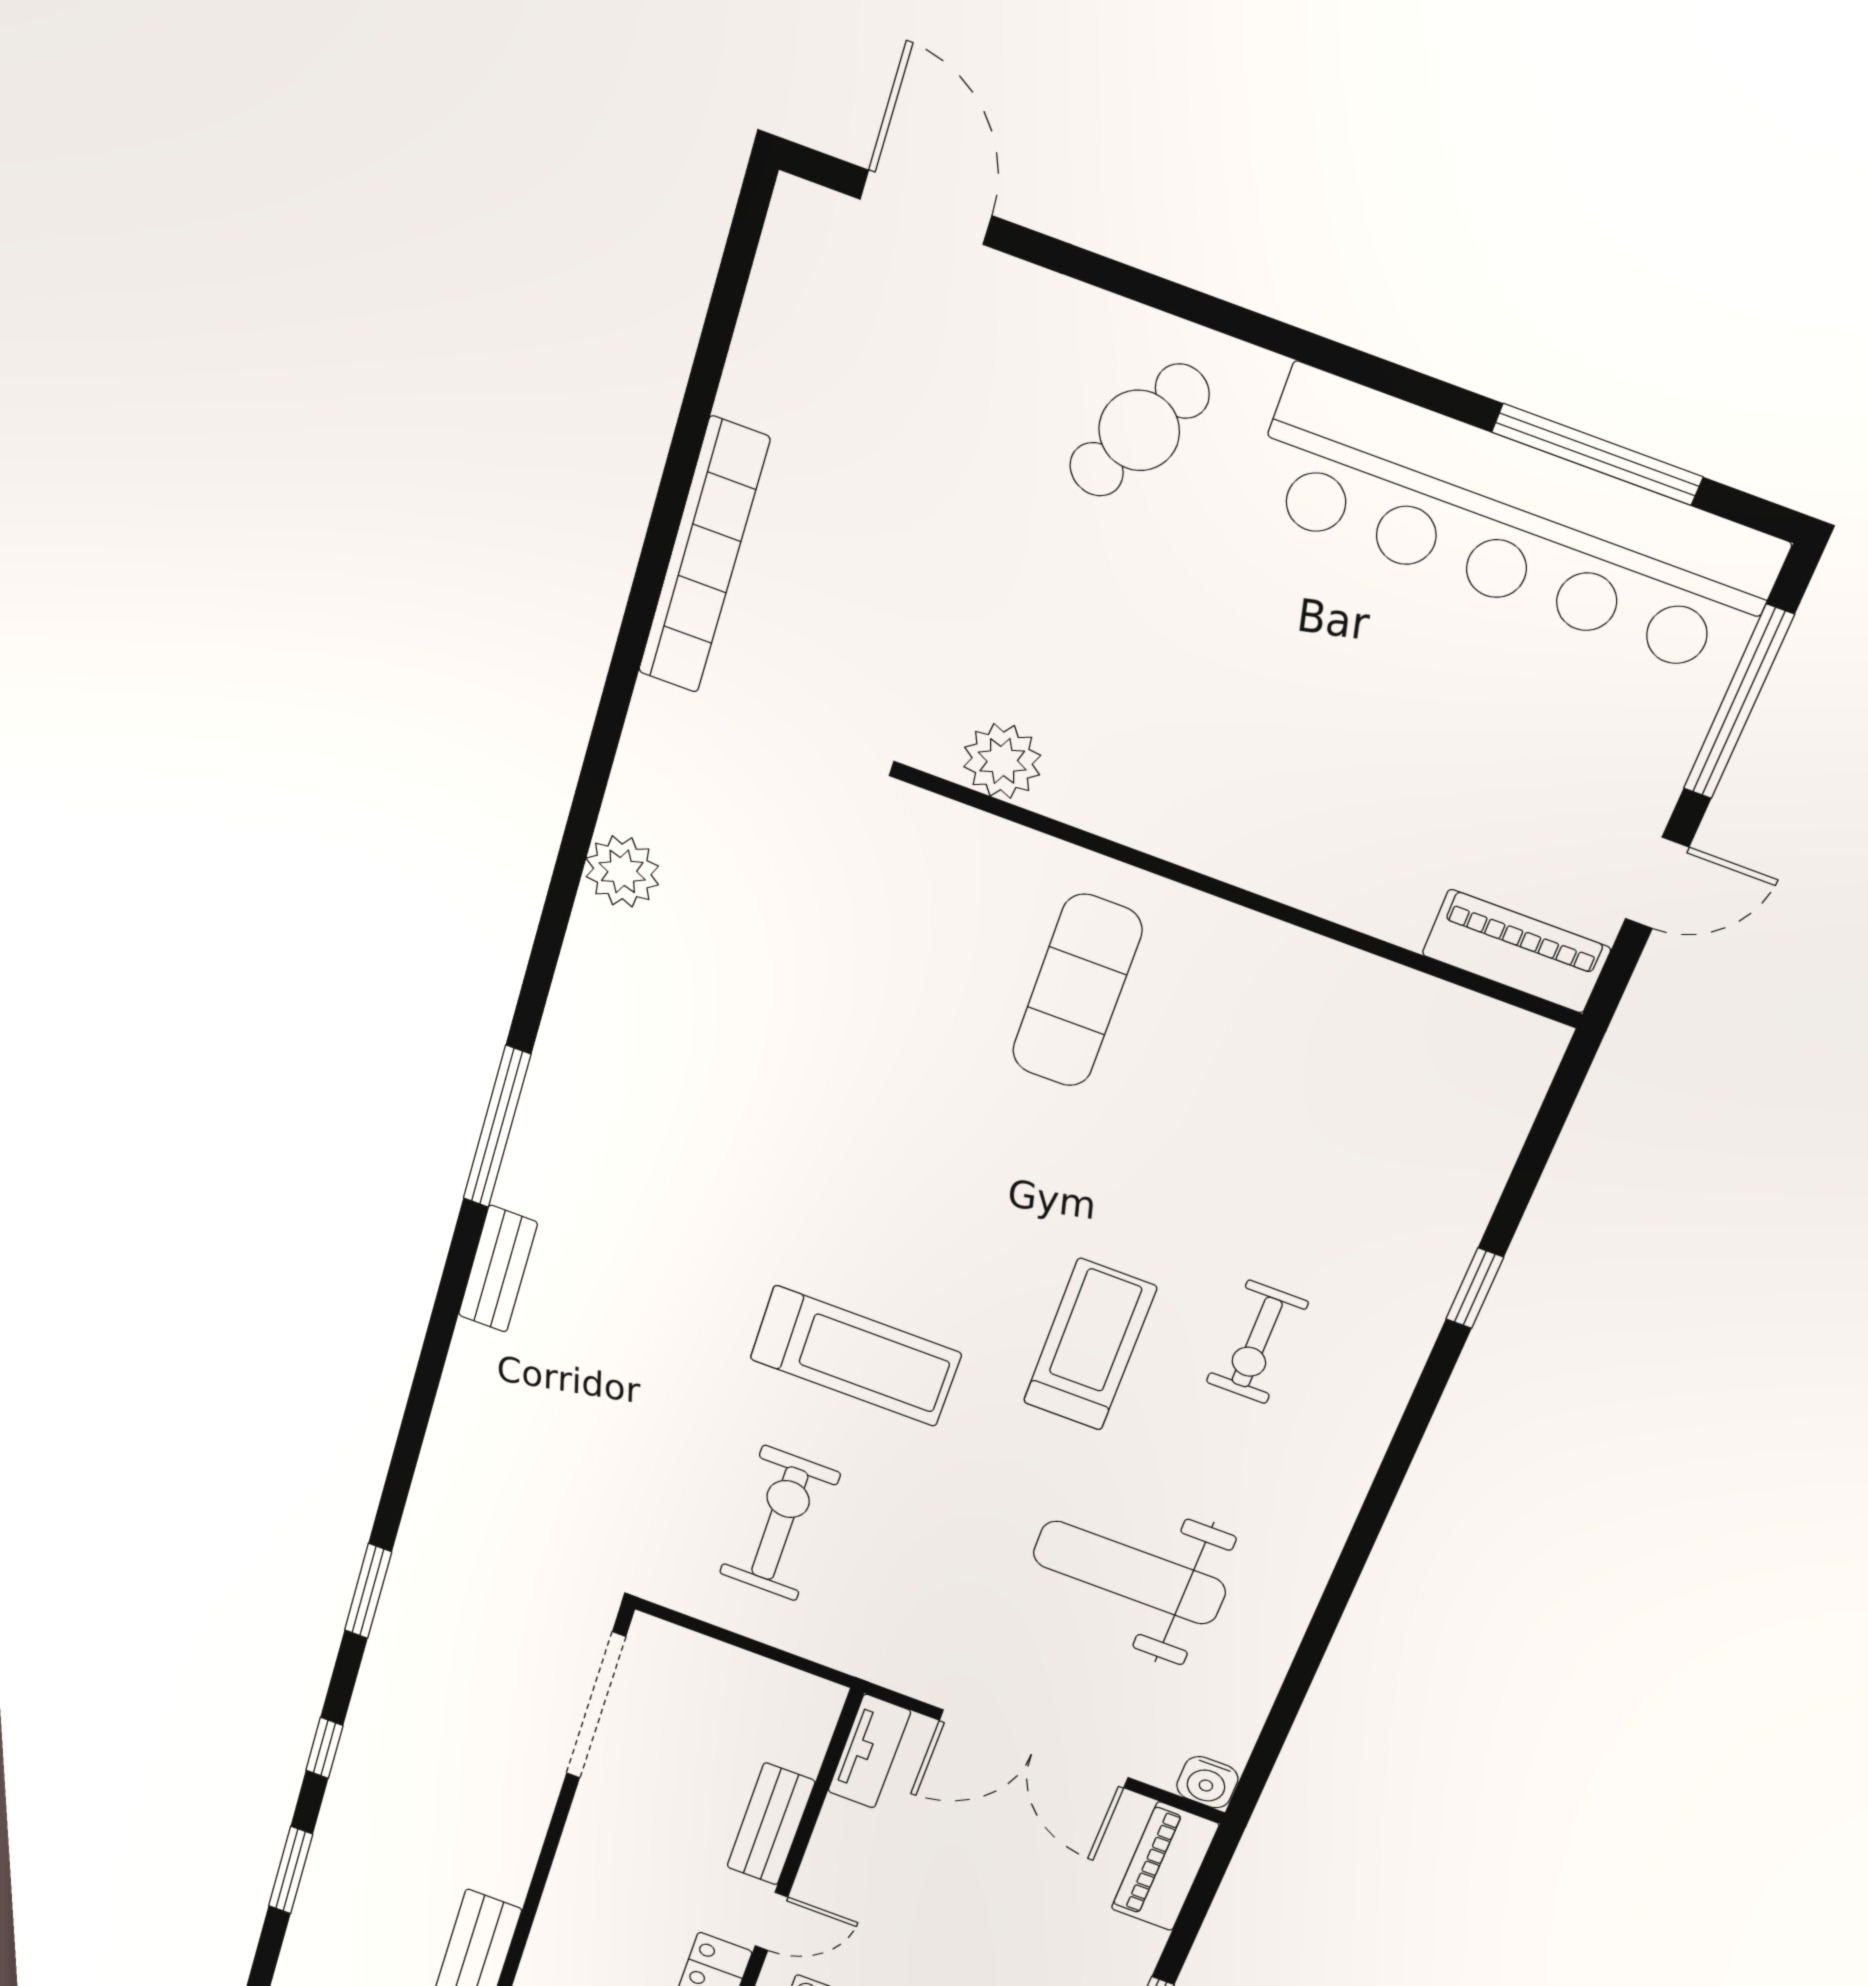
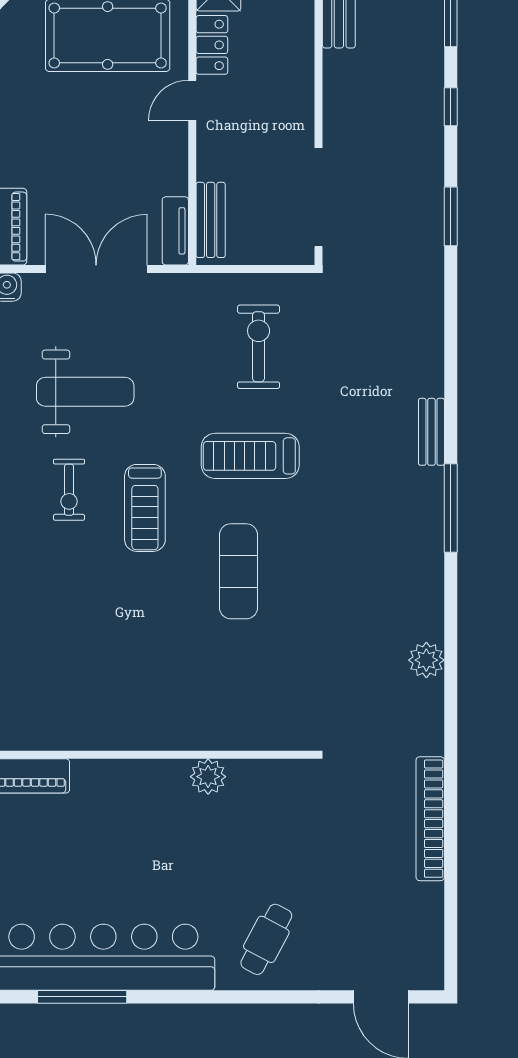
plant: (1002, 761) -> (208, 777), moved
exercise mat: (1077, 991) -> (238, 571), moved
exercise bike: (1257, 1342) -> (69, 490), moved, turned 180
exercise bike: (780, 1524) -> (259, 347), turned 180
bench: (771, 1824) -> (211, 220), moved

